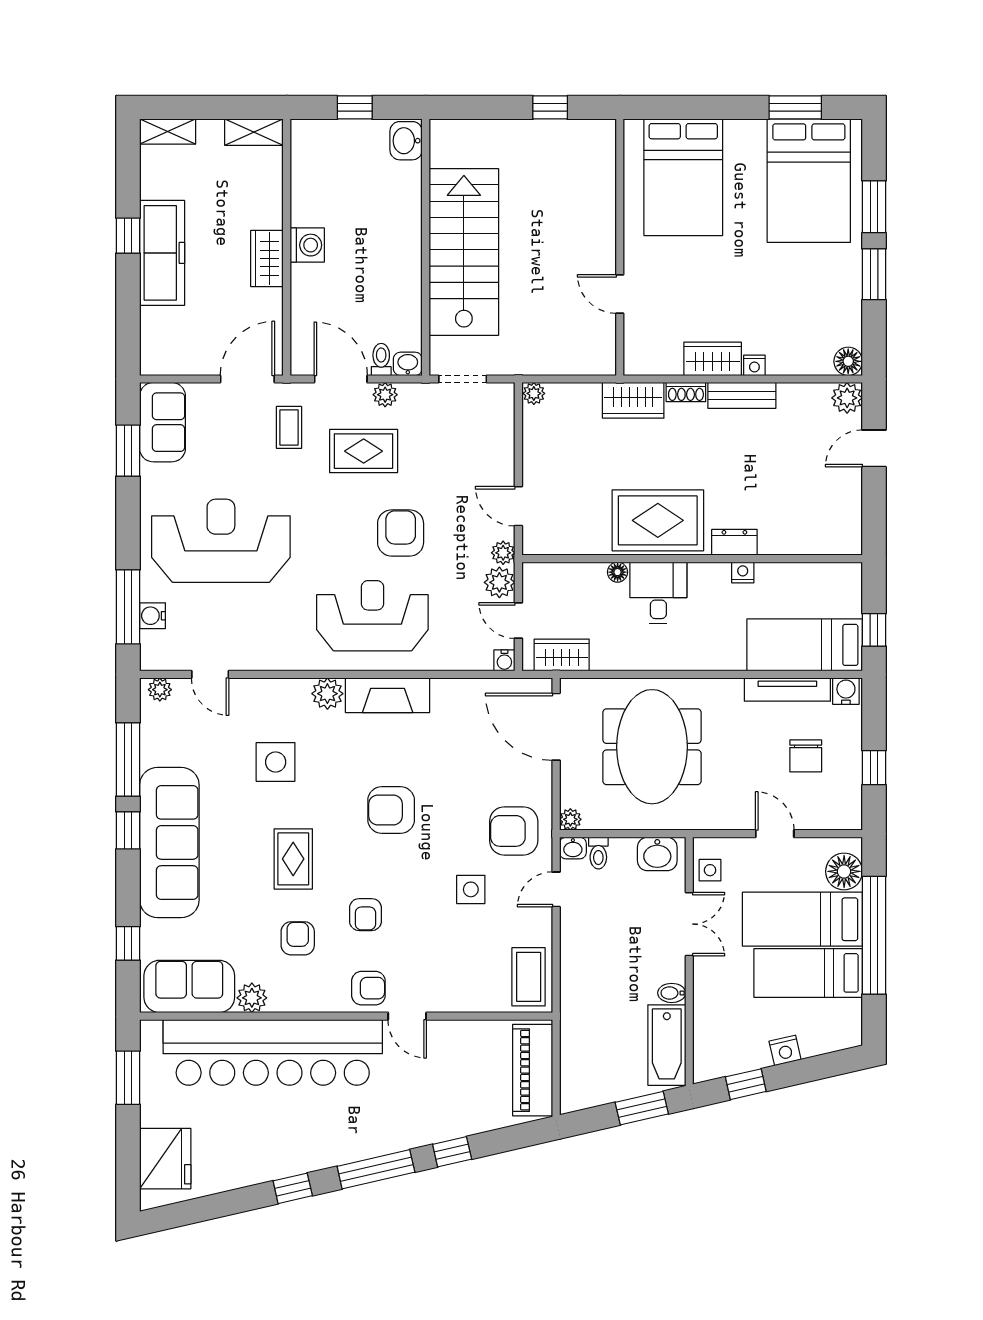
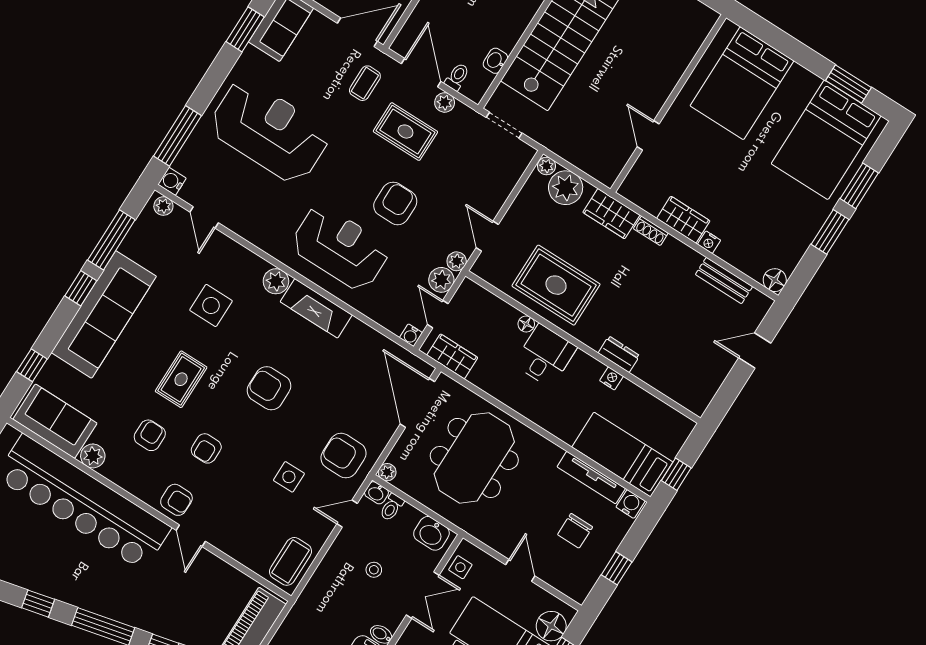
washbasin: (408, 364) -> (495, 61), moved, turned -90
bench: (742, 395) -> (724, 280), moved
plant: (847, 398) -> (566, 188), moved, width x1.36, depth x1.36
rug: (658, 520) -> (556, 285), moved
water cooler: (152, 616) -> (172, 181), moved
stool: (621, 930) -> (374, 570), added

